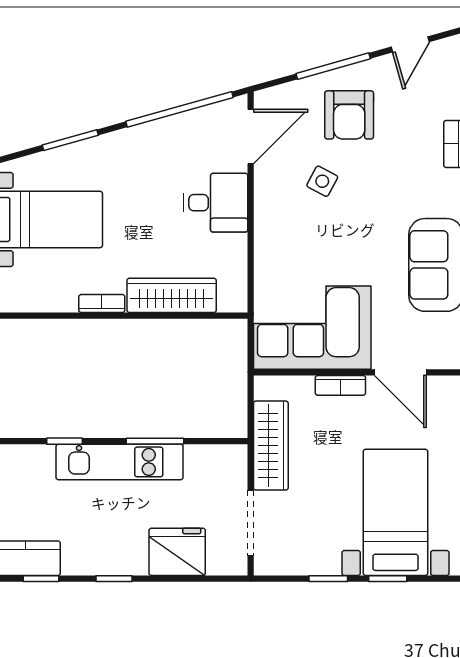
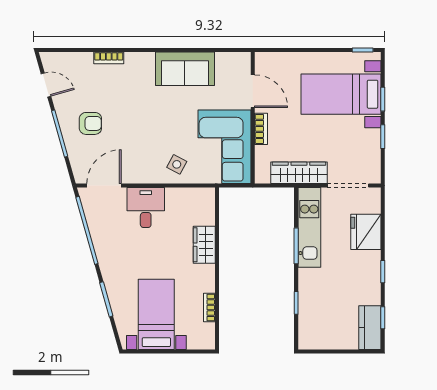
armchair: (349, 115) -> (90, 123), width x0.72, depth x0.72
door: (251, 136) -> (104, 186), hinge flipped
side table: (322, 181) -> (177, 164), moved
wardrobe: (172, 295) -> (204, 245), width x0.67
bookcase: (102, 303) -> (209, 308), moved
door: (400, 372) -> (253, 91), hinge flipped
kitchen unit: (120, 462) -> (309, 227), moved

